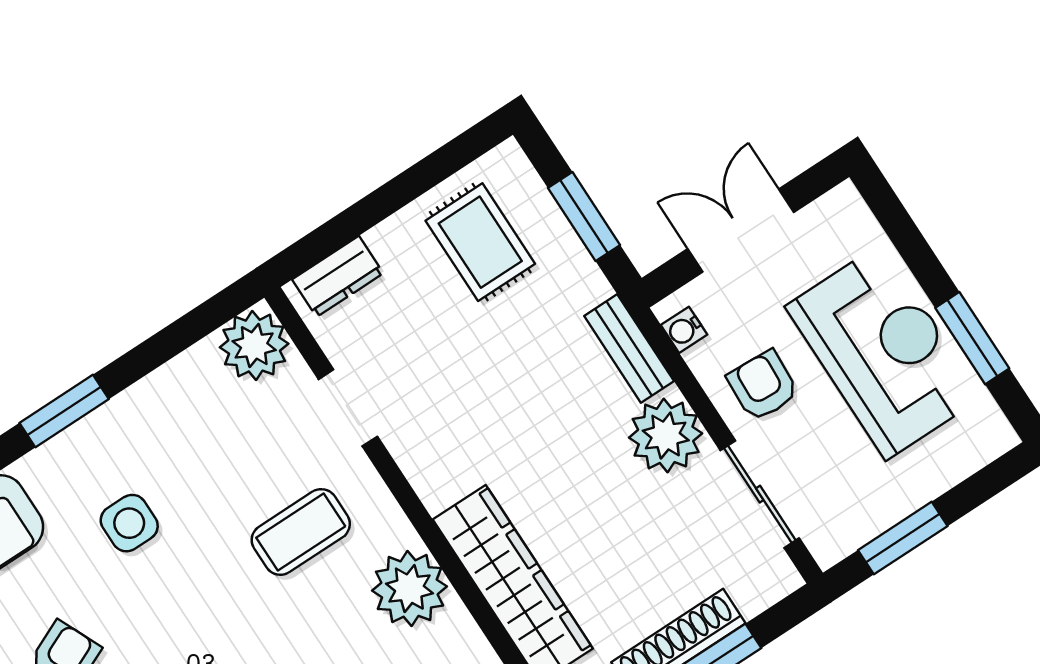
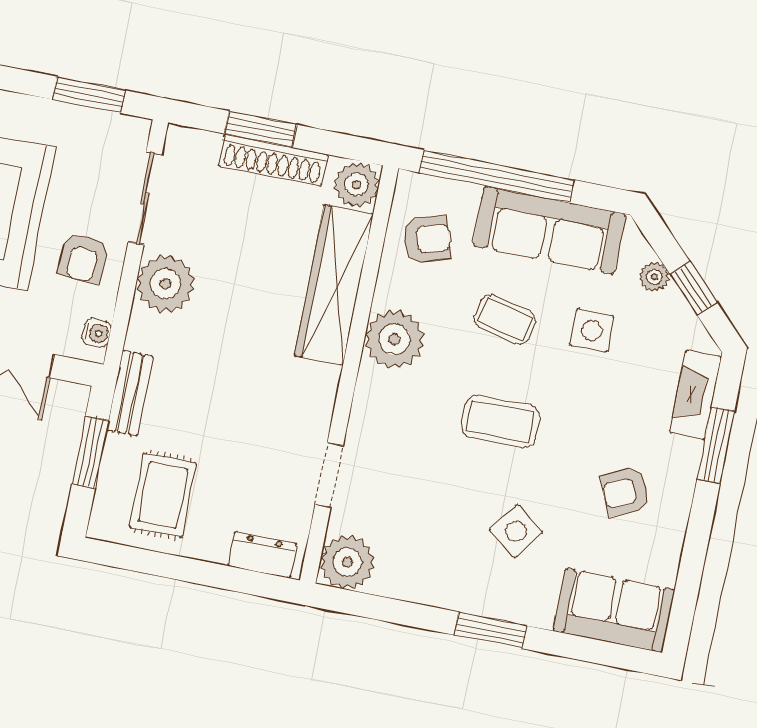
bench: (629, 348) -> (130, 393), moved
side table: (129, 523) -> (516, 531), turned 36
coffee table: (301, 532) -> (501, 421), moved

